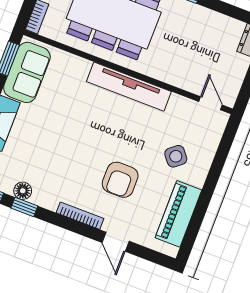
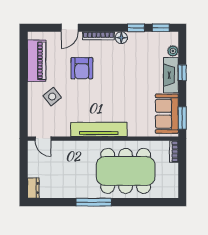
armchair: (120, 180) -> (82, 68), turned 180
floor lamp: (23, 191) -> (121, 38), moved
door: (116, 242) -> (70, 28), swing flipped

